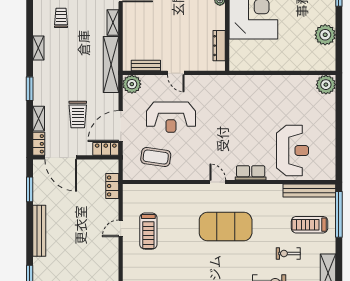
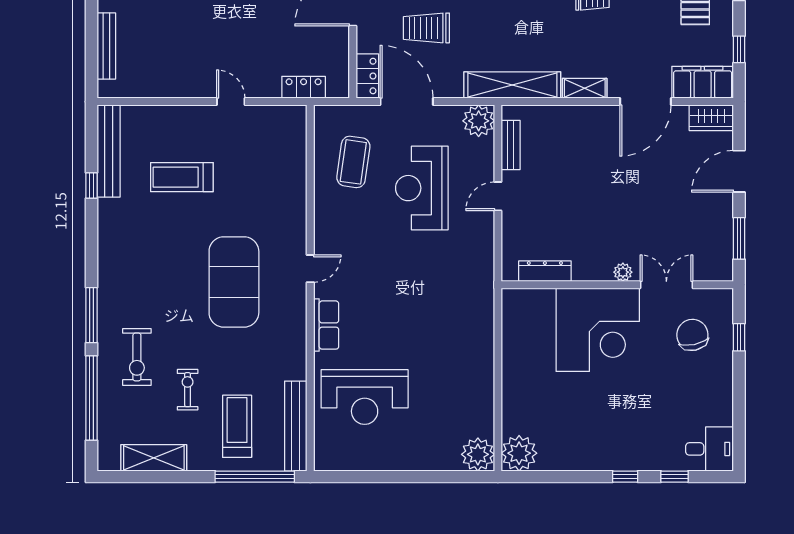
plant: (325, 35) -> (519, 453), moved
treadmill: (148, 231) -> (182, 177), moved

